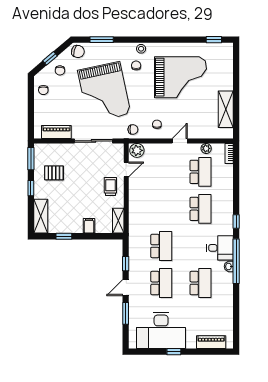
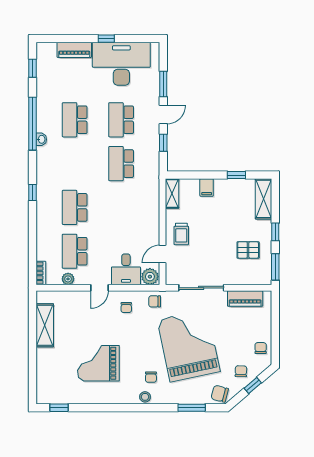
grand piano: (180, 77) -> (98, 363), width x0.73, depth x0.68
desk: (220, 248) -> (126, 269), moved, turned -90
window: (236, 261) -> (33, 124), moved
window: (236, 327) -> (33, 68), added
piano: (211, 342) -> (74, 50), moved

